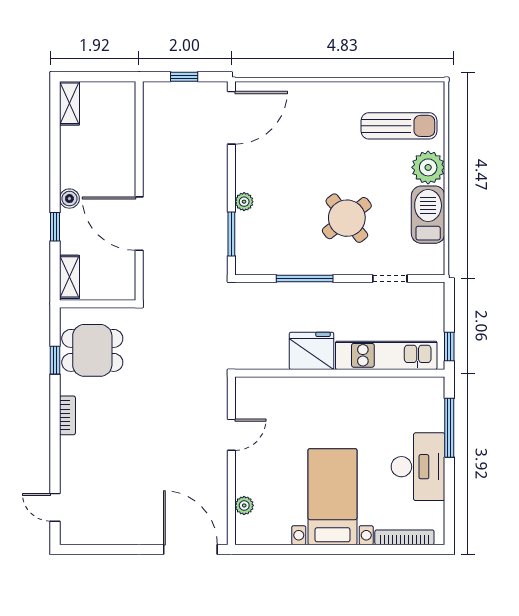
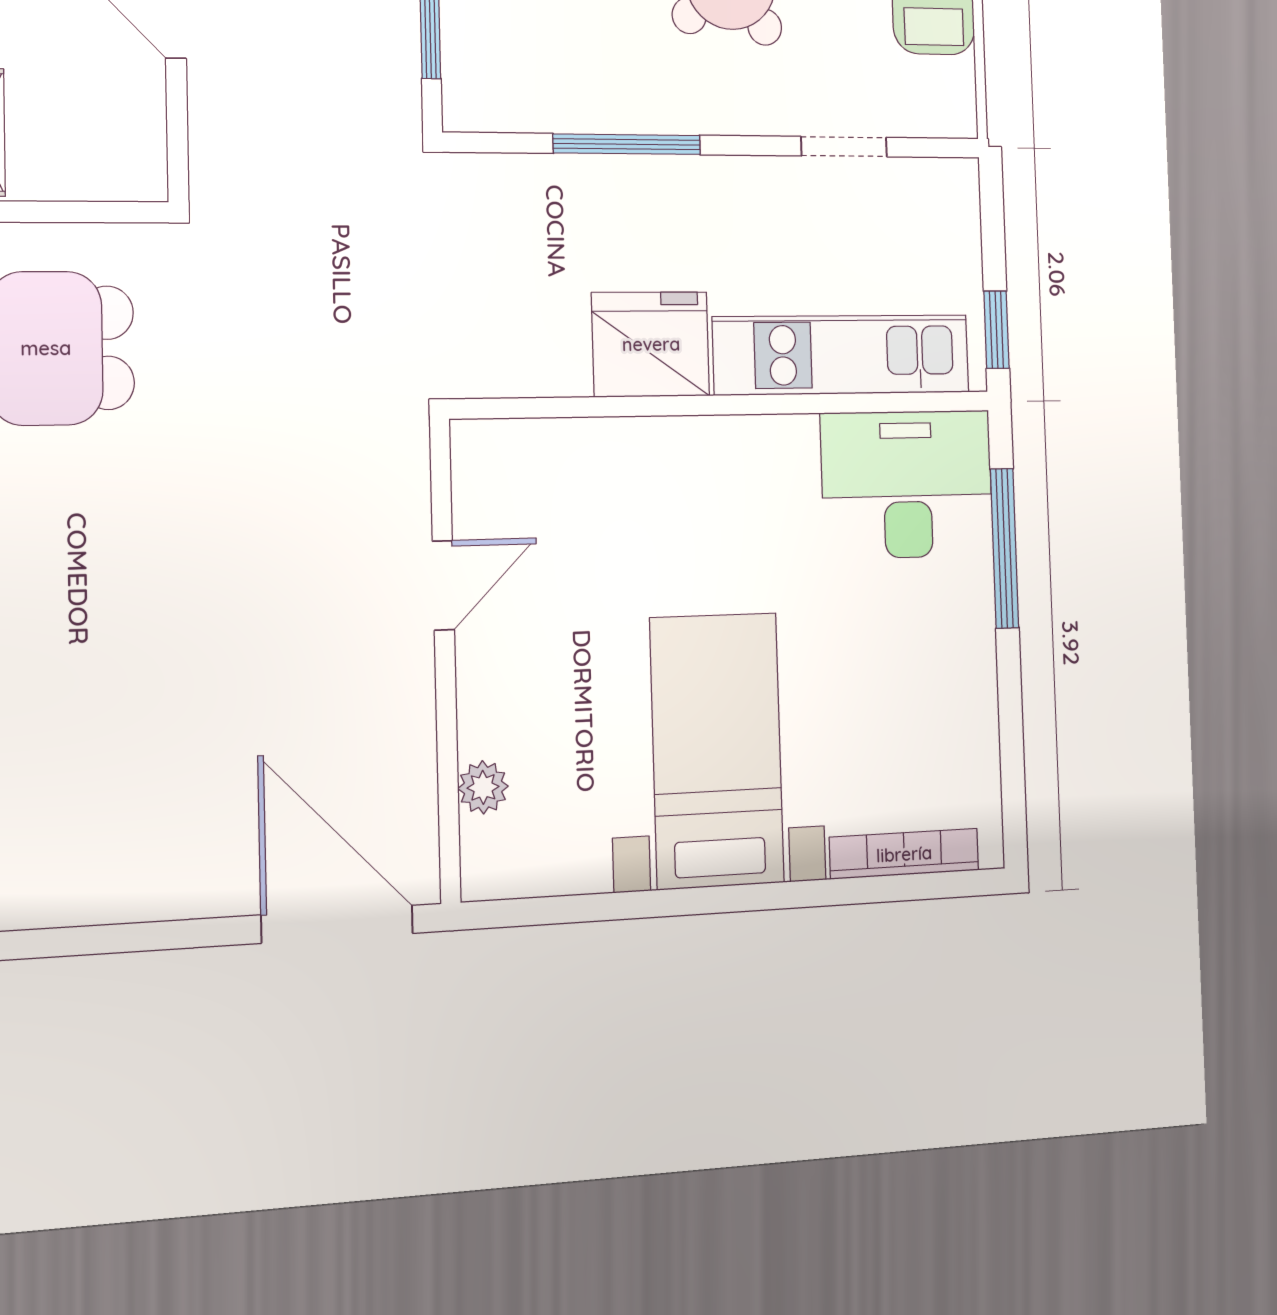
desk: (418, 467) -> (907, 484), moved, turned -90

